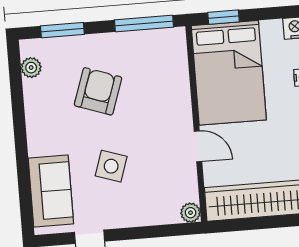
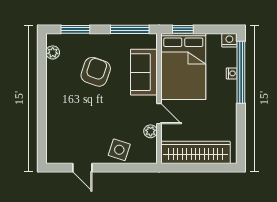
side table: (111, 166) -> (119, 150), moved
sofa: (51, 191) -> (144, 72), moved, turned 180
plant: (191, 213) -> (151, 131), moved

